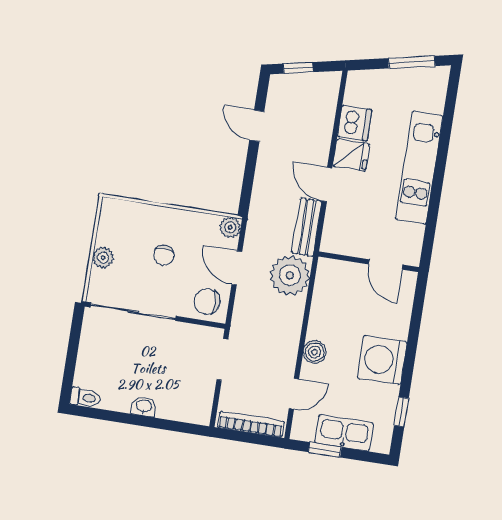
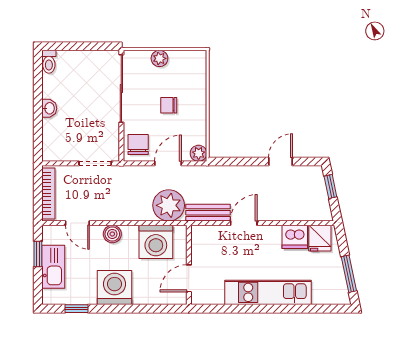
fridge: (351, 155) -> (320, 238), moved
washing machine: (333, 299) -> (156, 242), added

